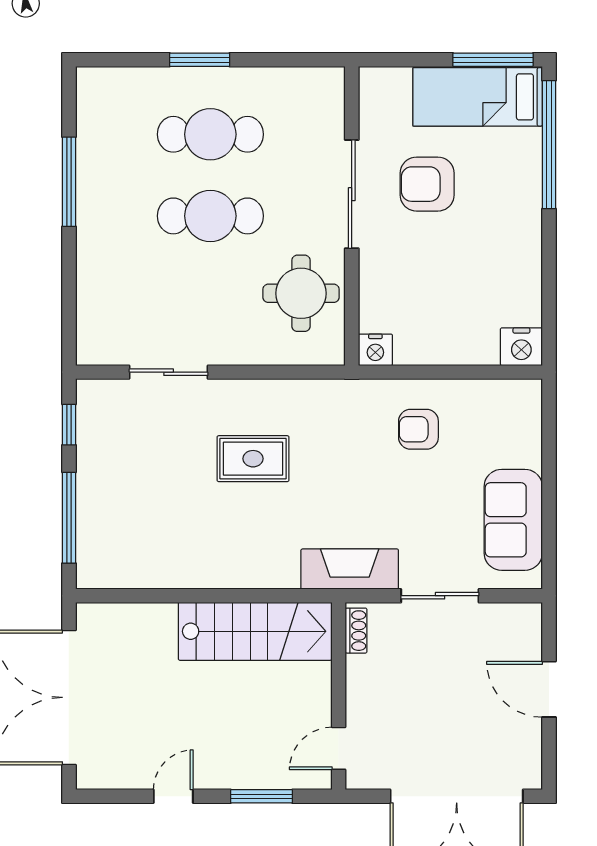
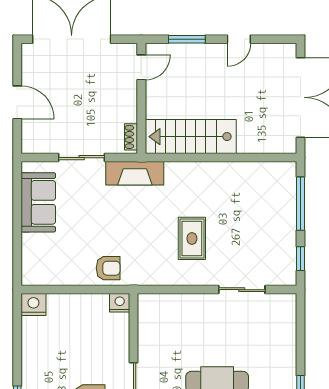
round table: (301, 293) -> (164, 336), removed
armchair: (418, 429) -> (108, 268), moved
rug: (253, 459) -> (192, 238), turned 90

